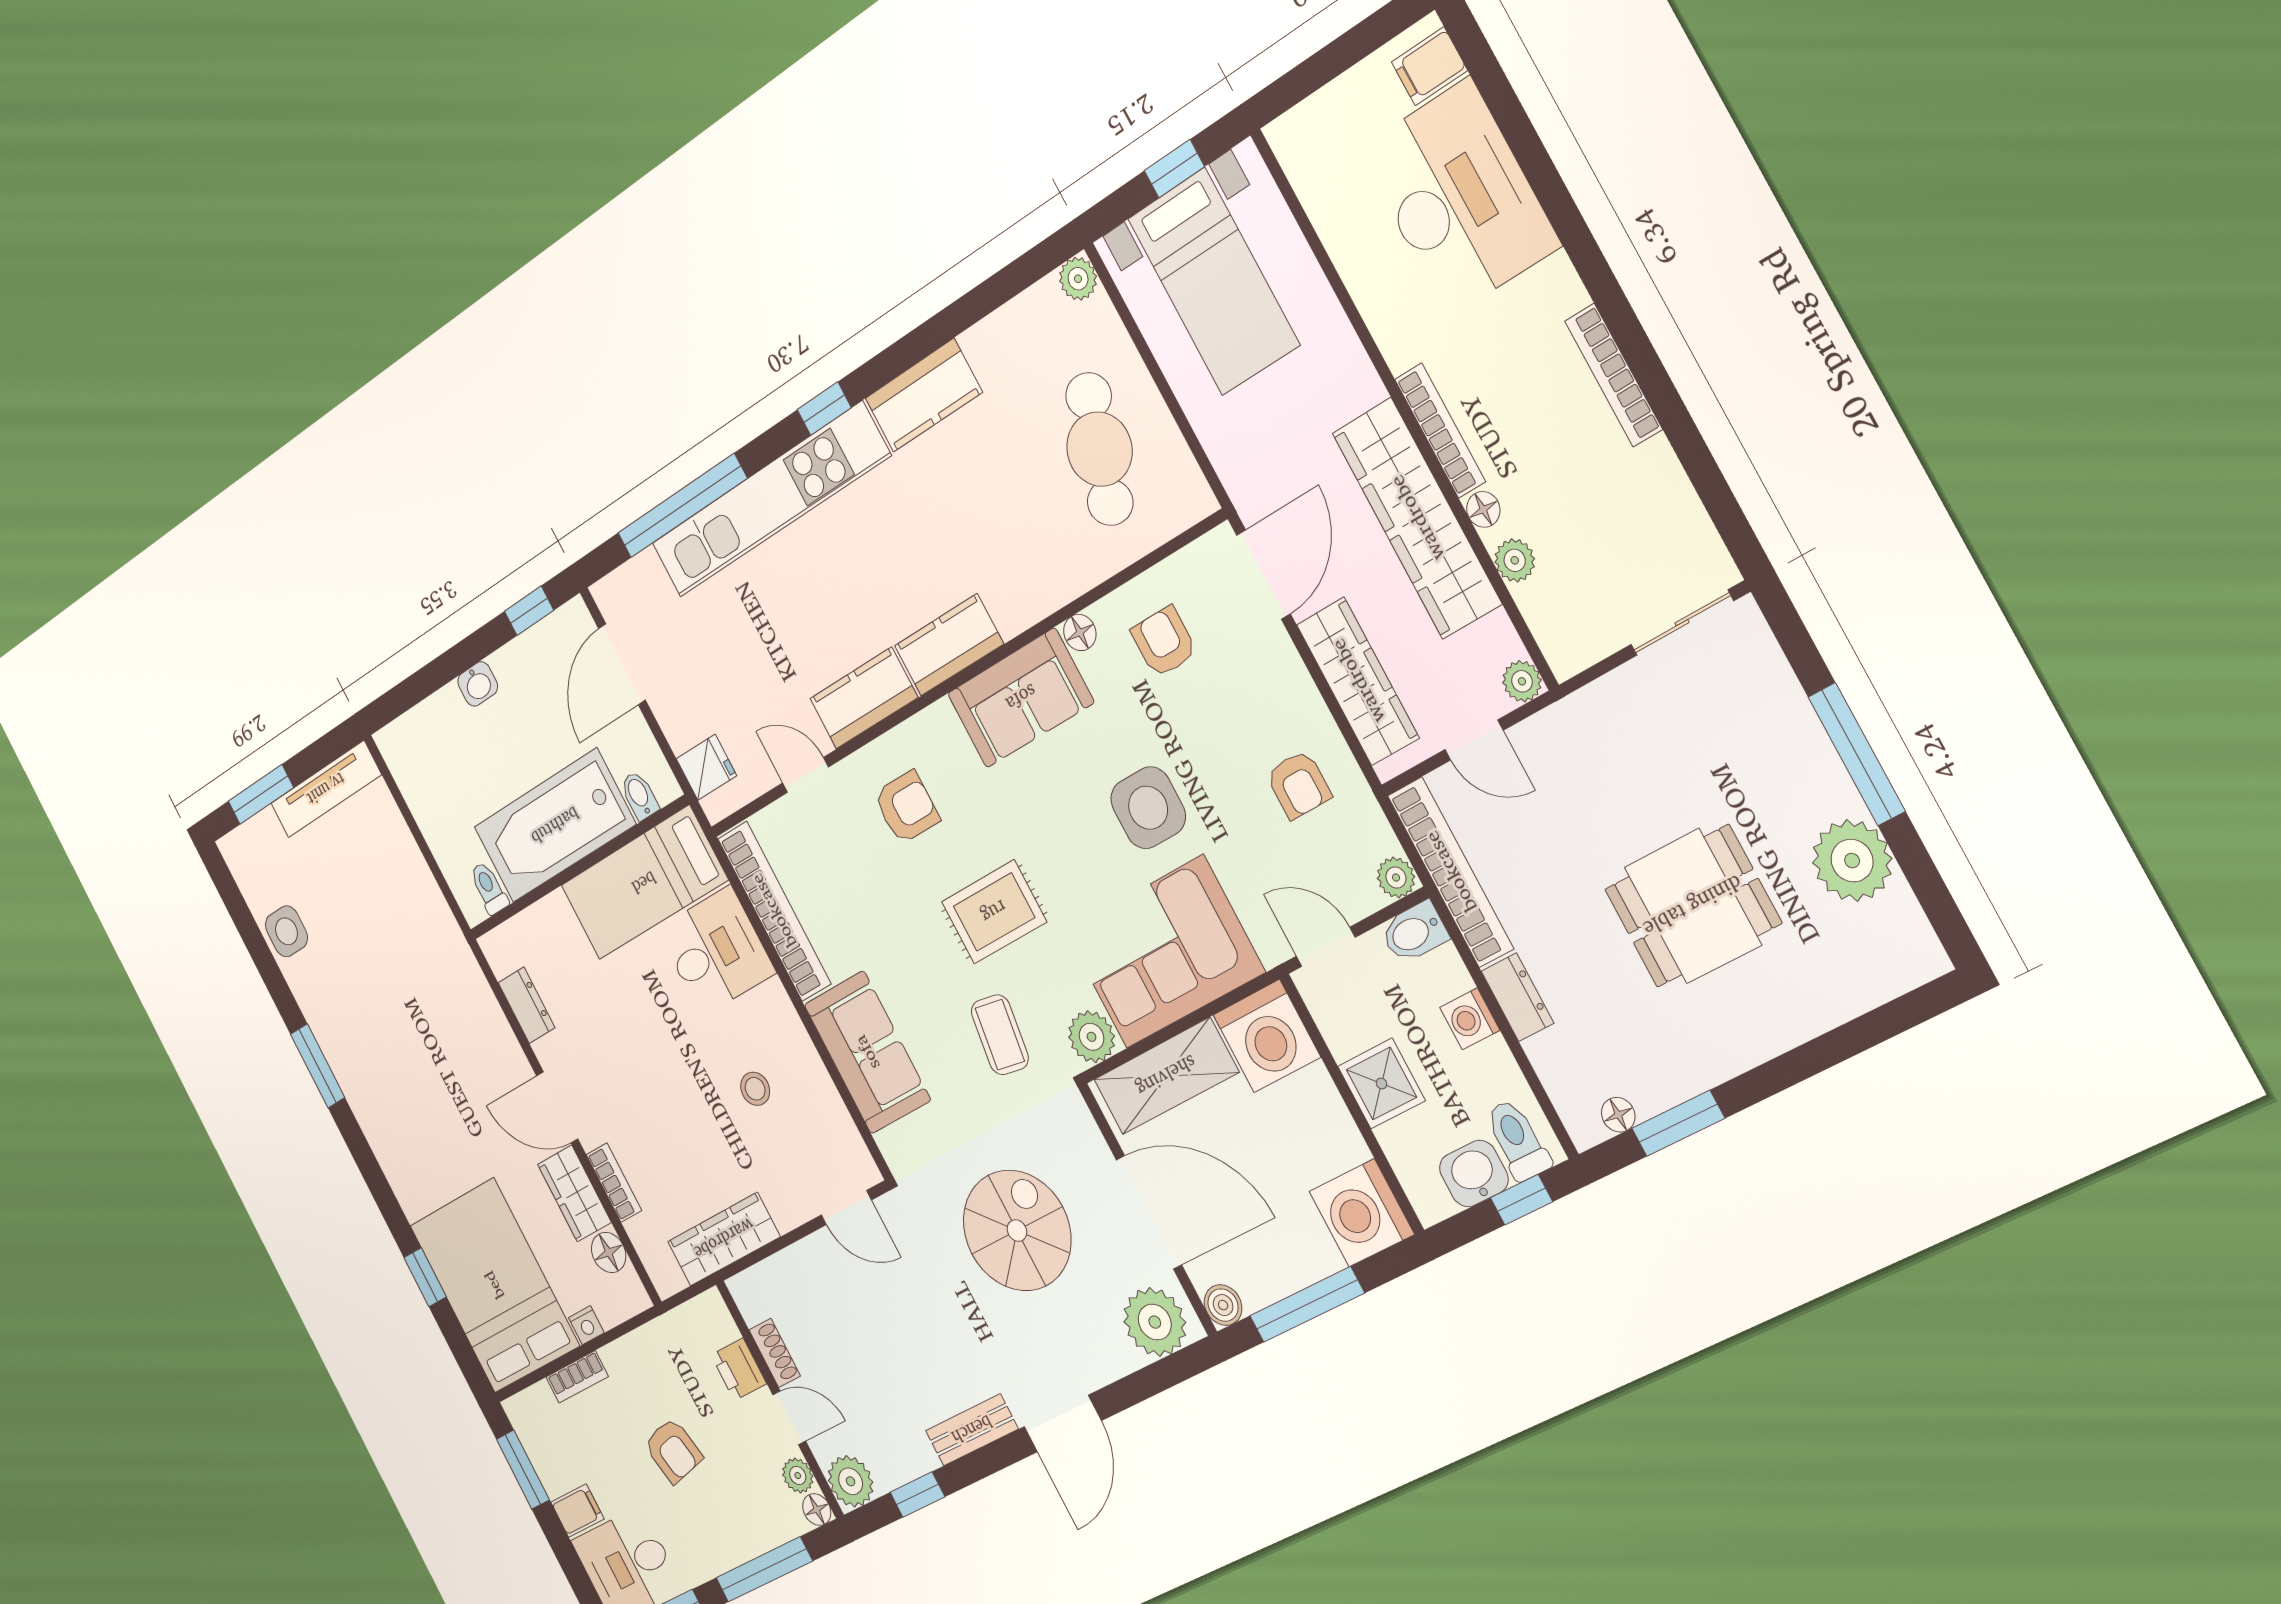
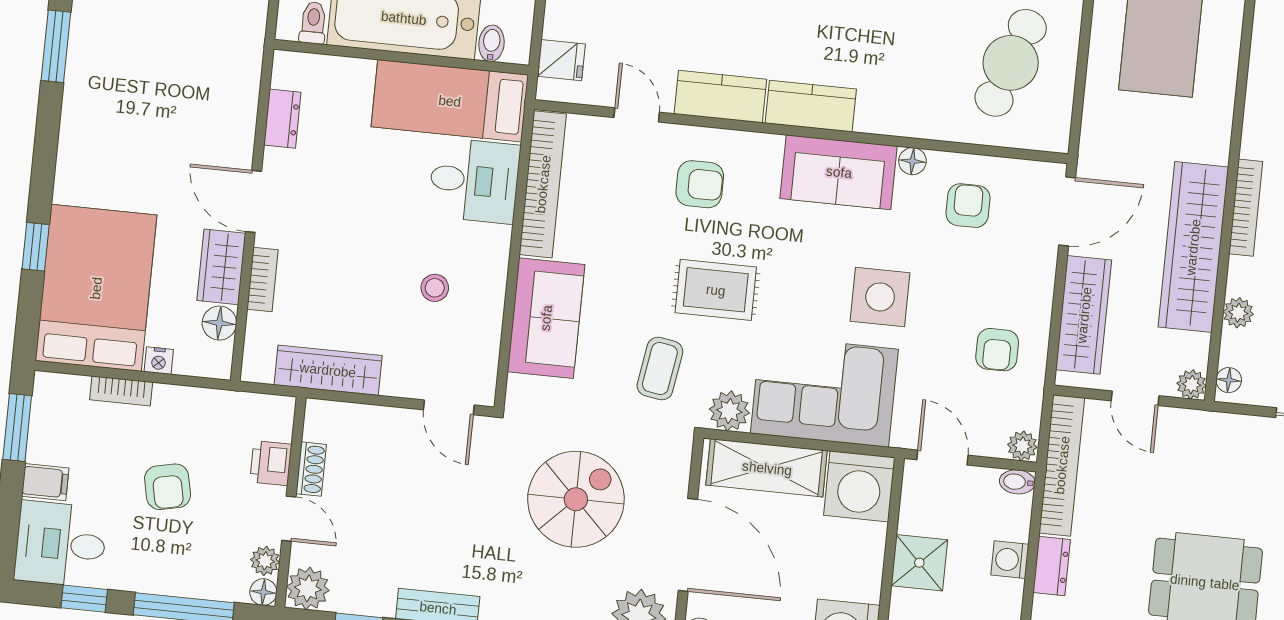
floor lamp: (1483, 509) -> (1229, 380), moved
bidet: (1414, 932) -> (1017, 482), width x0.72, depth x0.74

